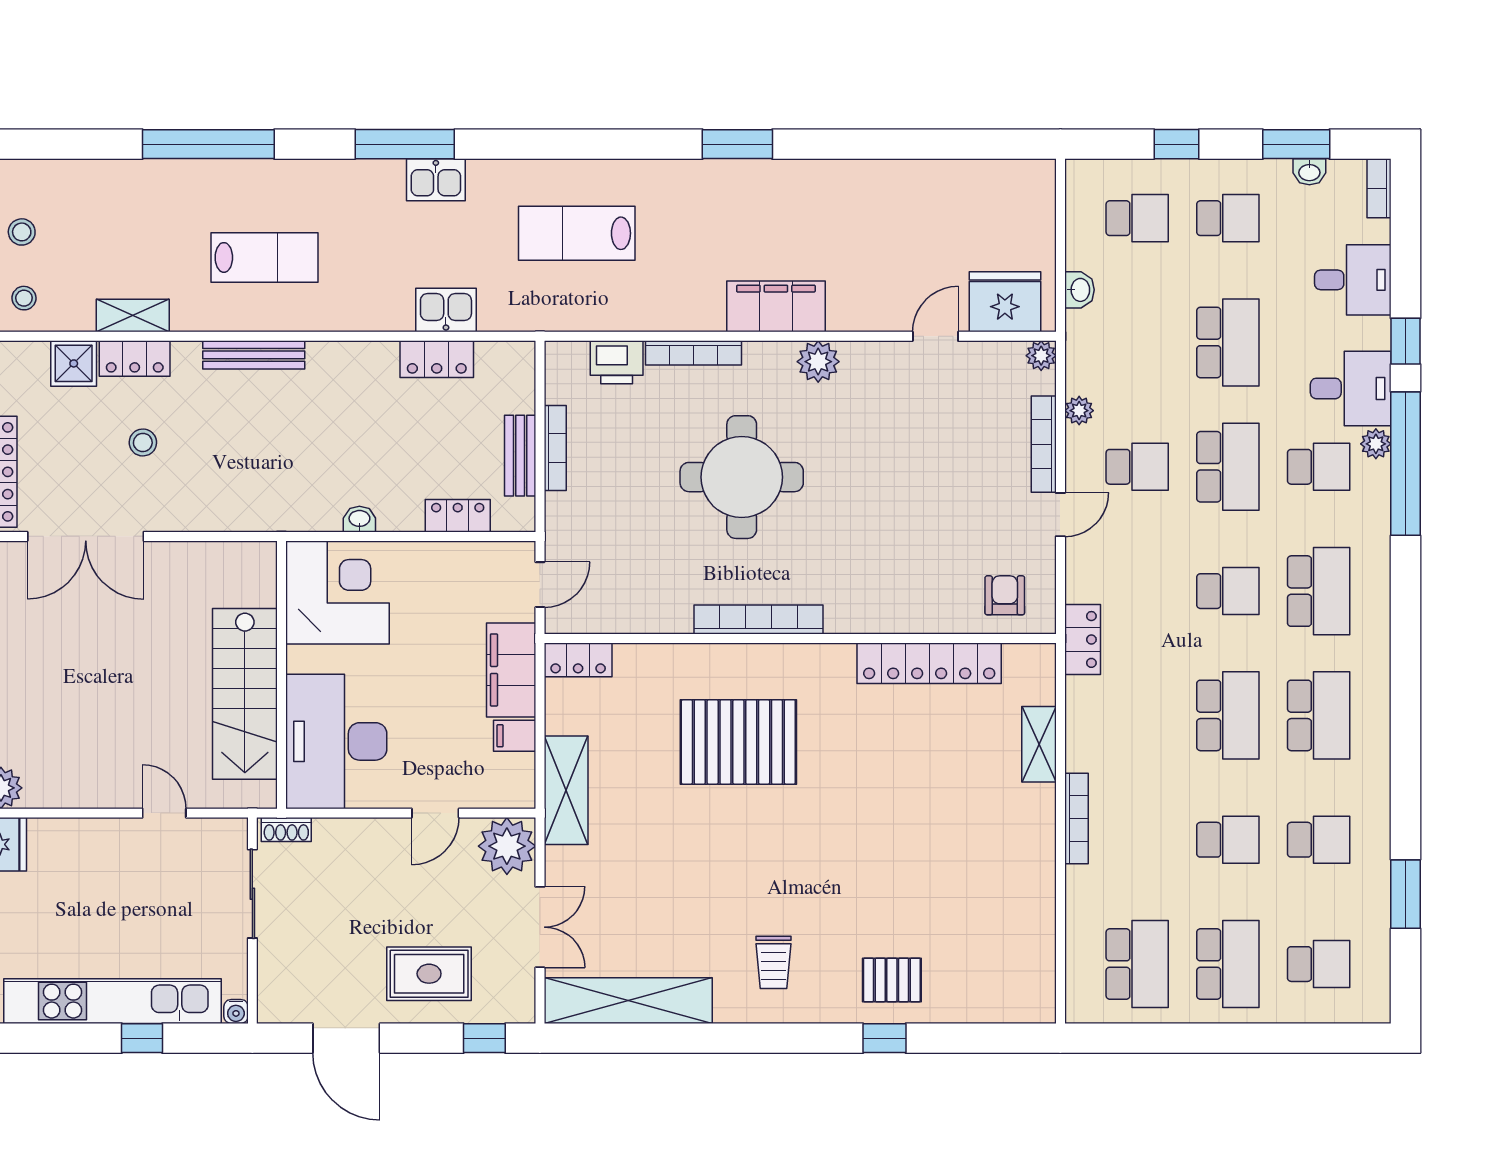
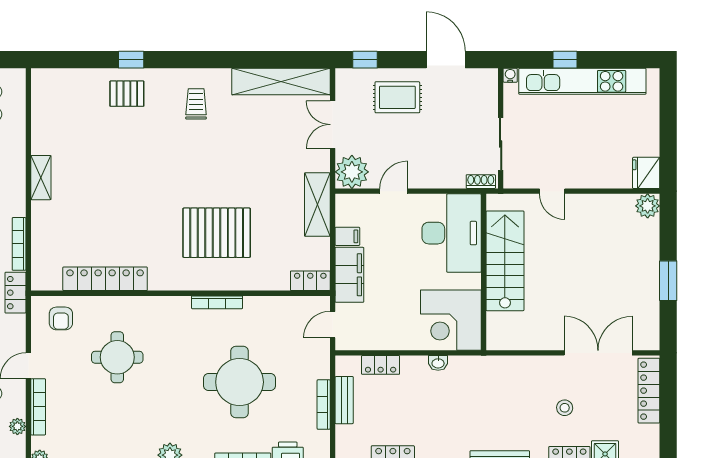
round table: (742, 477) -> (240, 382), moved
round table: (908, 529) -> (117, 357), added
bookcase: (758, 619) -> (217, 302), width x0.68, depth x0.76
shelving: (1039, 744) -> (41, 178), moved
bookcase: (1076, 818) -> (19, 244), moved

